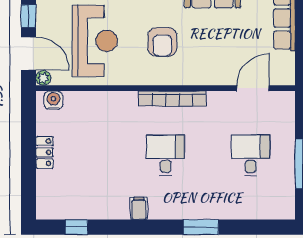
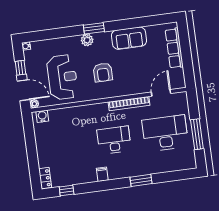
bookcase: (172, 99) -> (129, 103), moved
locker: (45, 152) -> (45, 178), moved
desk: (166, 155) -> (114, 140), width x1.37
desk: (251, 155) -> (165, 133), width x1.87, depth x1.30

